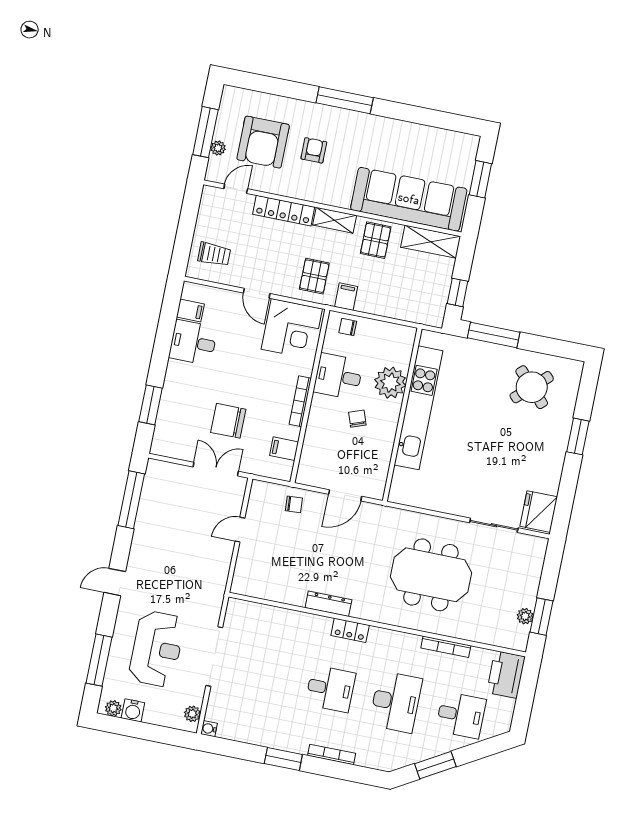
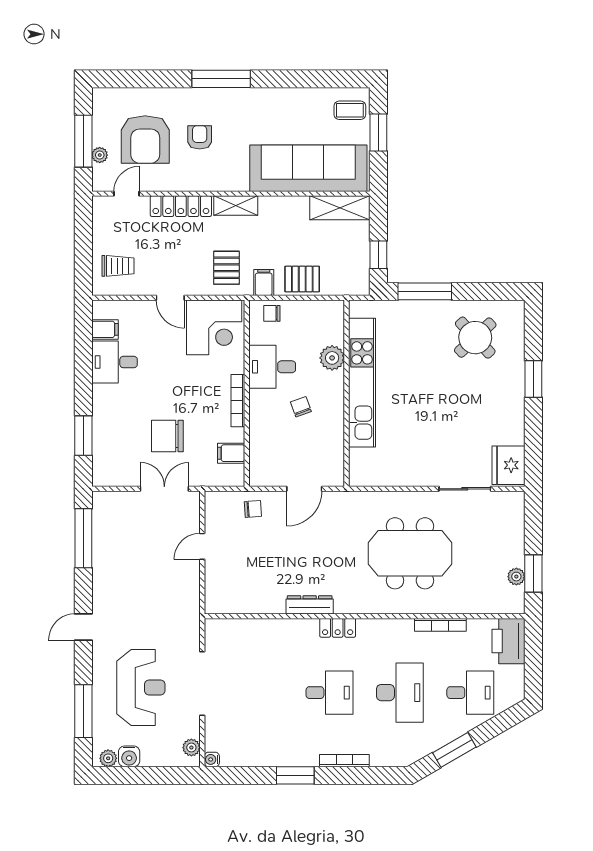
coffee table: (458, 153) -> (350, 110), added
pallet: (376, 240) -> (302, 279), moved, turned 90
plant: (390, 383) -> (332, 358), width x0.73, depth x0.73

